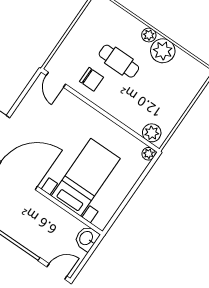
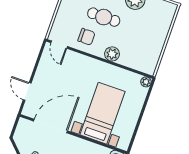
plant: (152, 133) -> (112, 54), moved

